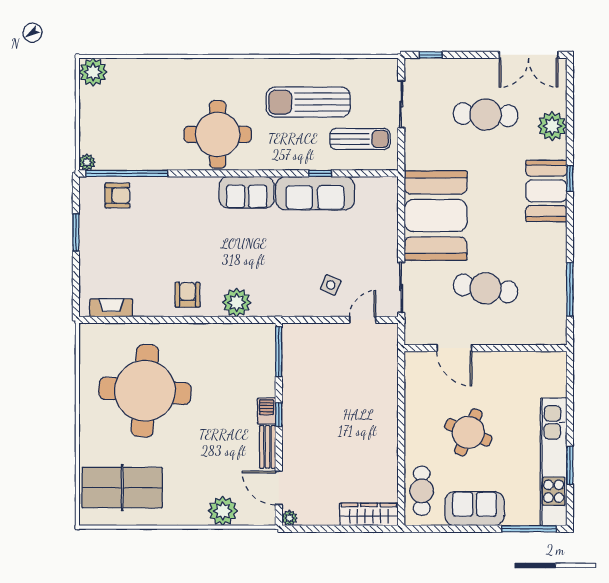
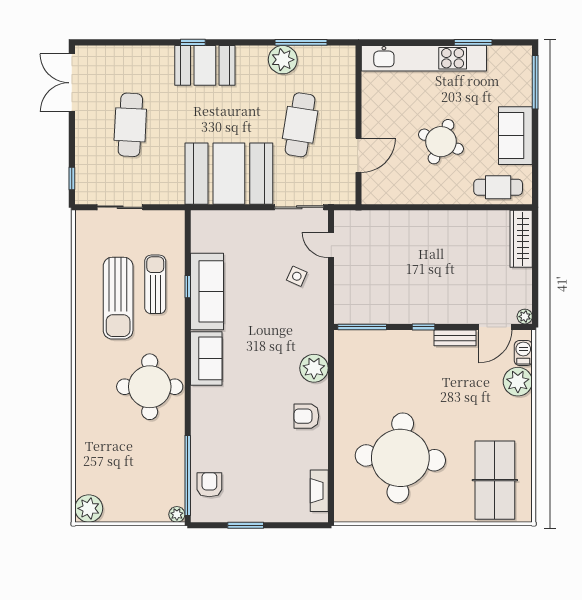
double door: (529, 55) -> (72, 83), swing flipped
plant: (552, 126) -> (283, 60), moved
sun lounger: (360, 139) -> (155, 284), moved
barbecue: (267, 411) -> (523, 353), moved, turned 90
kitchen unit: (554, 462) -> (424, 58), moved

